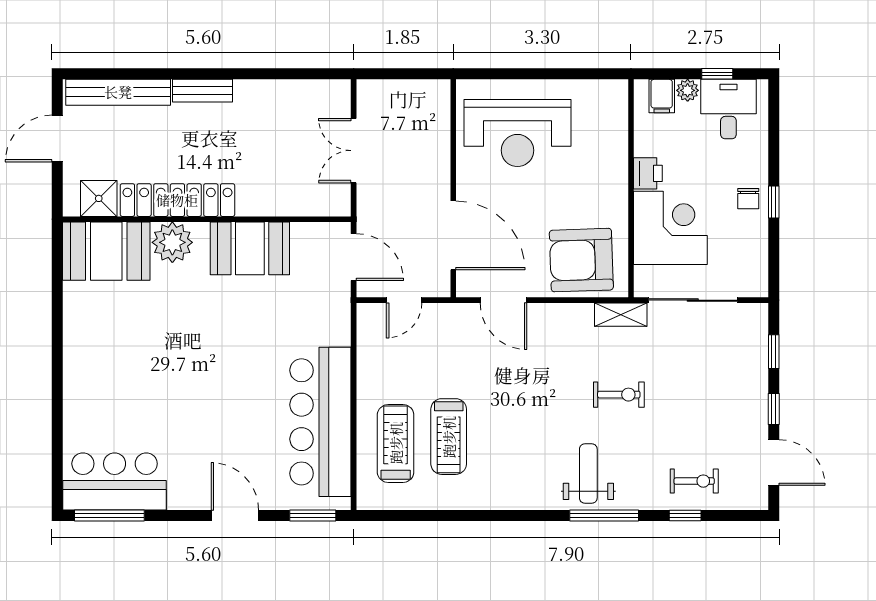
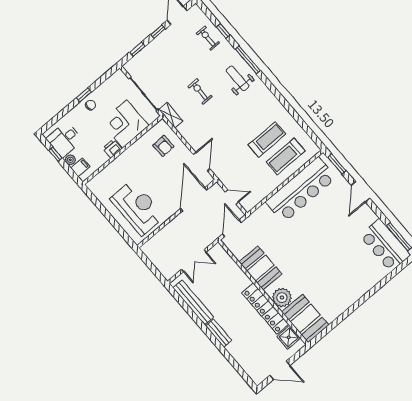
bench: (118, 92) -> (193, 302), moved
armchair: (581, 260) -> (163, 146), width x0.53, depth x0.53
weight bench: (588, 474) -> (238, 78), turned 90

